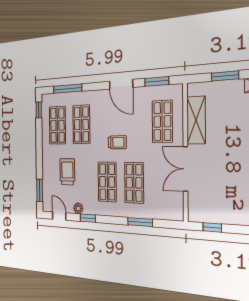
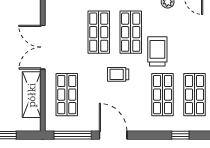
window: (157, 81) -> (73, 135), width x1.44
window: (68, 89) -> (180, 135), width x0.46
double door: (185, 169) -> (43, 47), swing flipped
trolley: (67, 172) -> (157, 51), moved, turned 180

